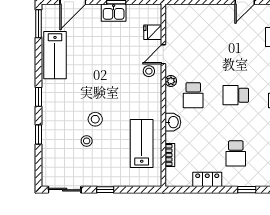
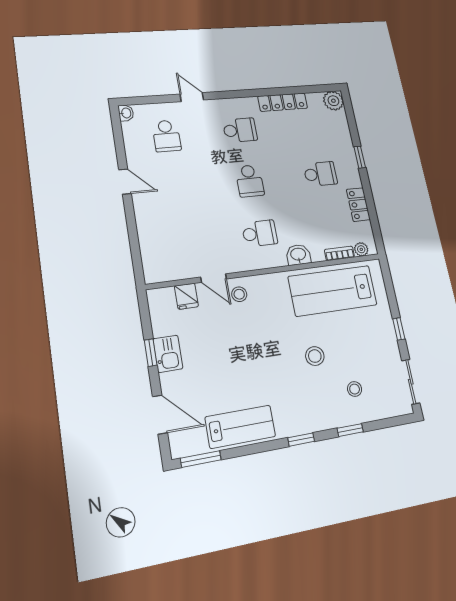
plant: (171, 81) -> (361, 249), moved
stool: (87, 141) -> (355, 389), moved
lab bench: (142, 143) -> (333, 291), width x1.36, depth x1.39

